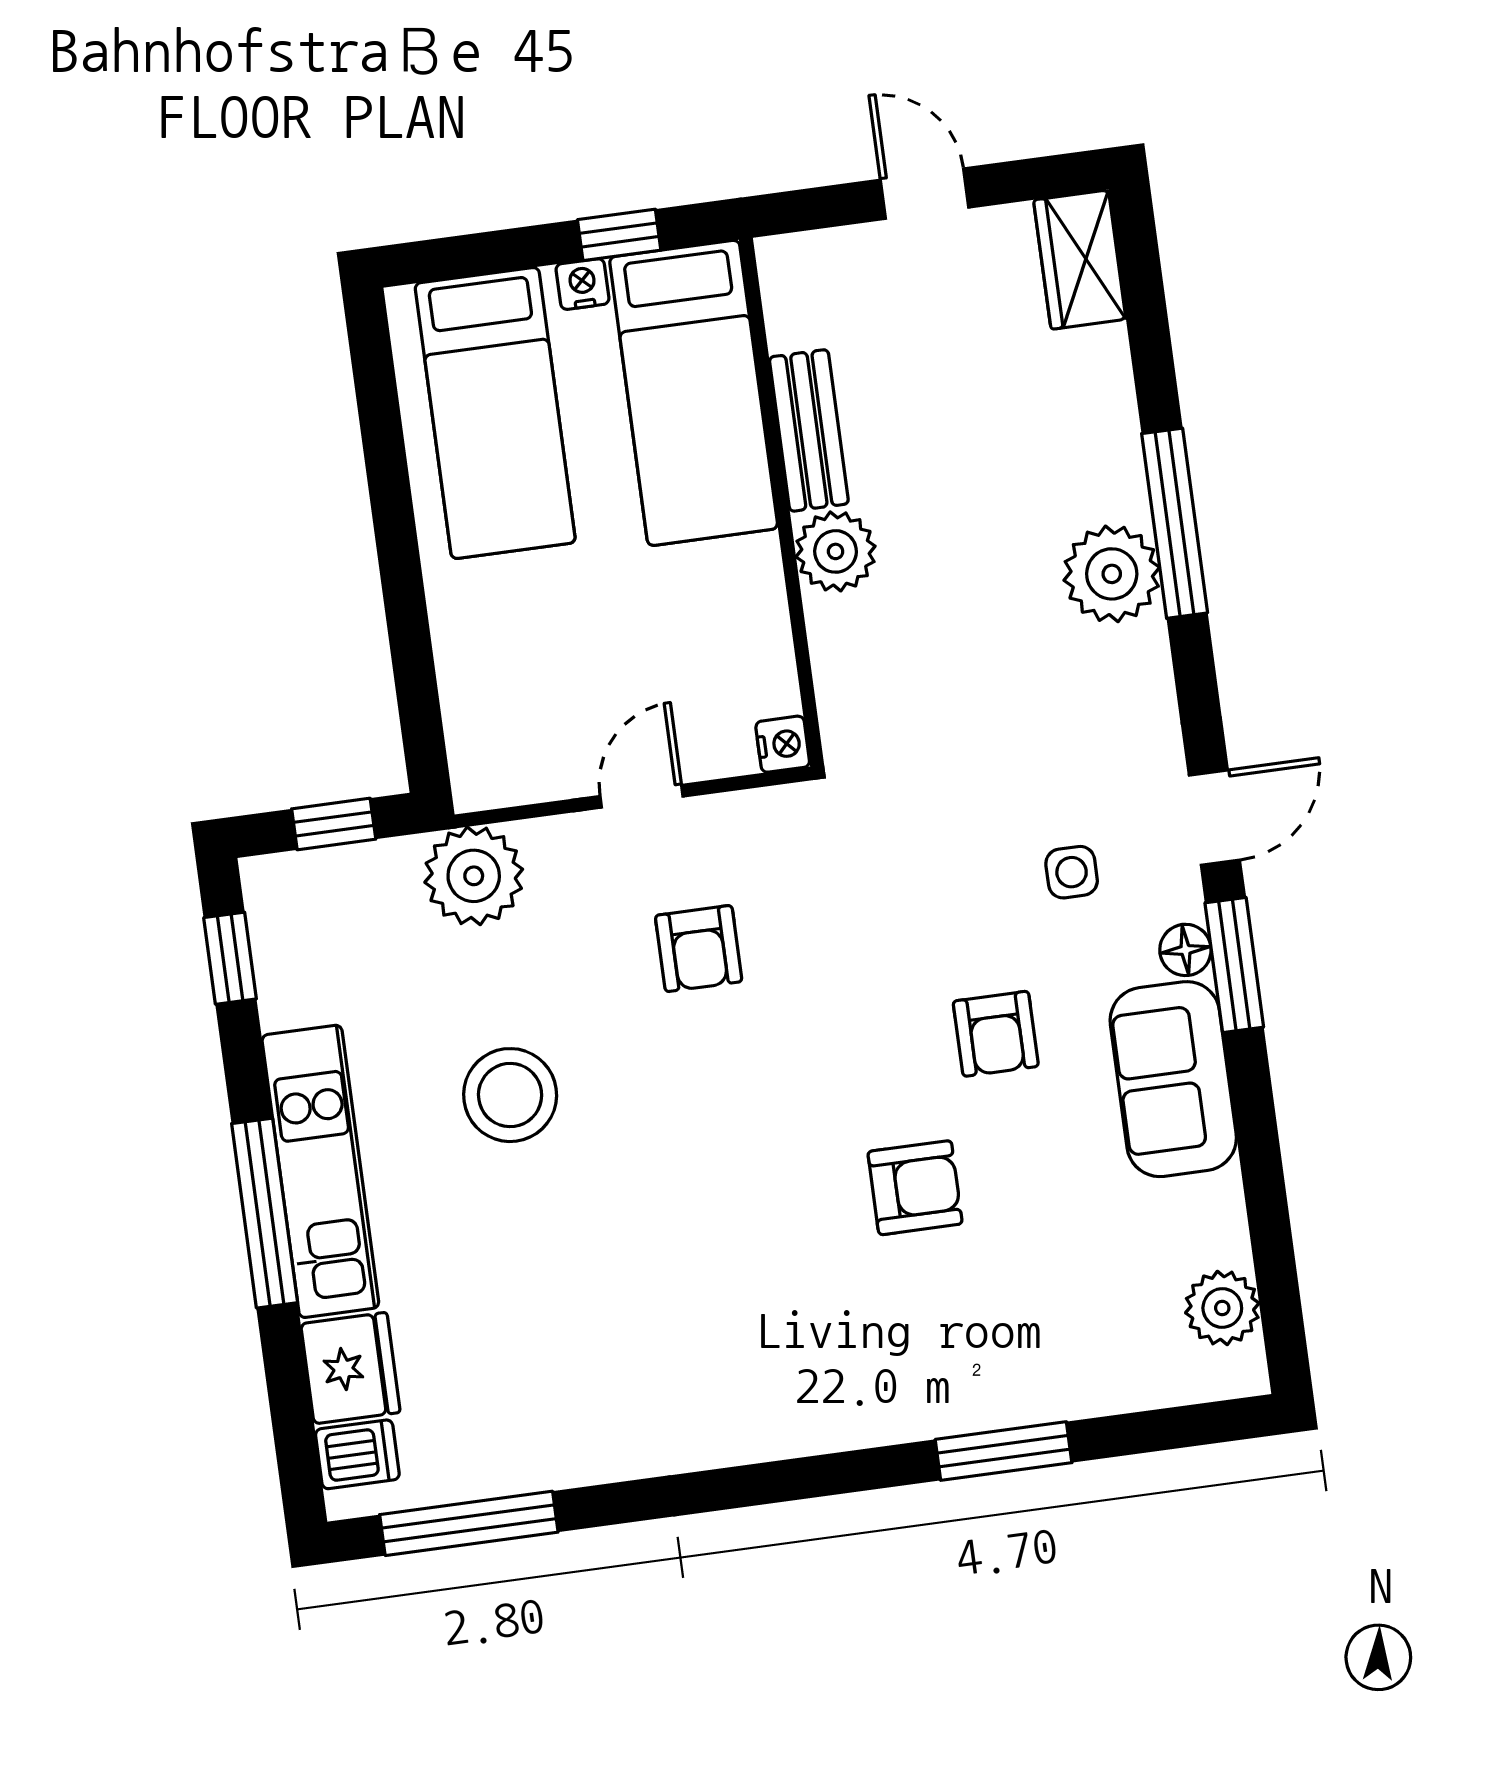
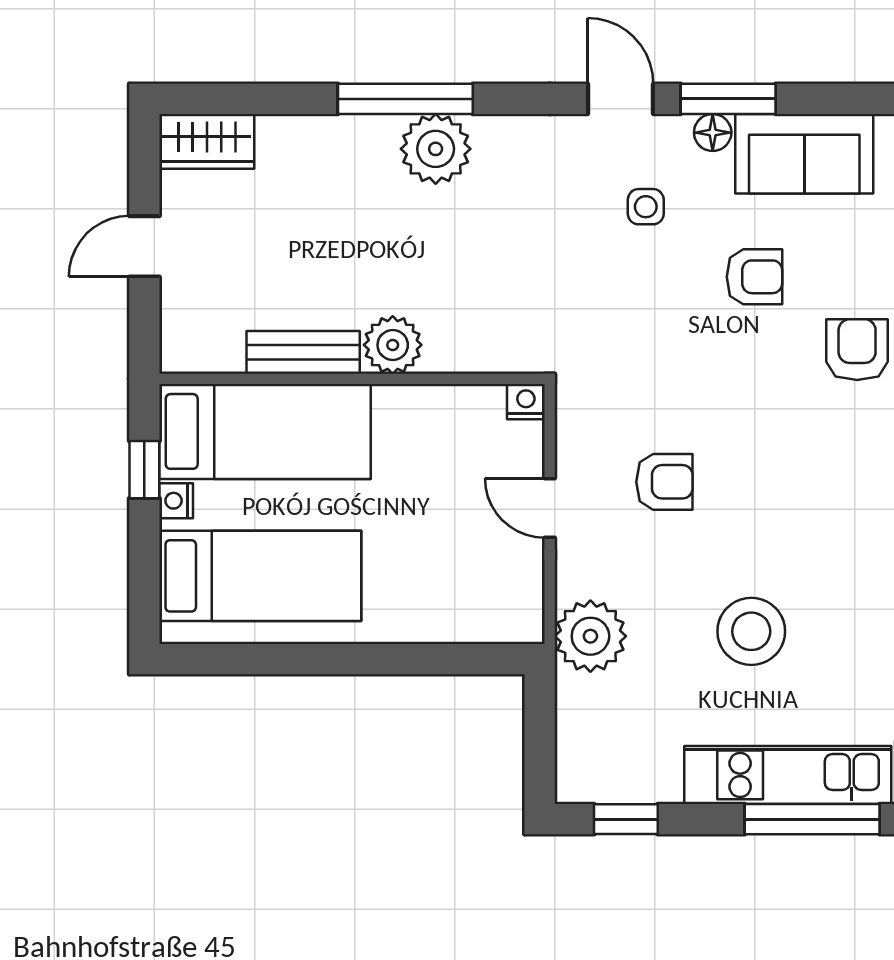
window: (334, 824) -> (540, 732), removed

